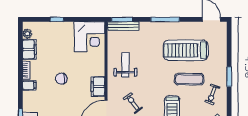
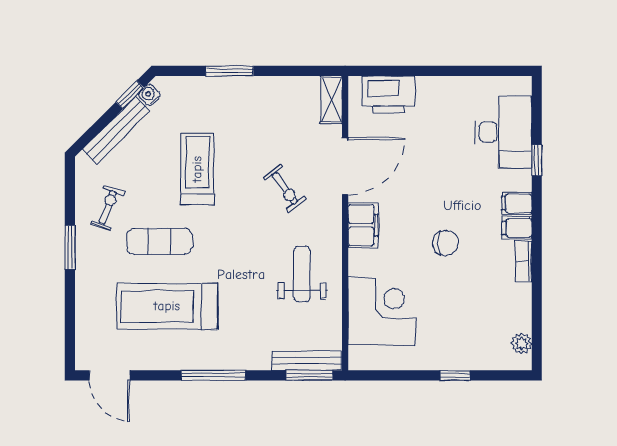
corner desk: (90, 37) -> (382, 311), moved, turned 90
filing cabinet: (29, 49) -> (517, 203), moved, width x0.50
treadmill: (186, 50) -> (167, 306), turned 180
weight bench: (125, 65) -> (302, 274), turned 180

